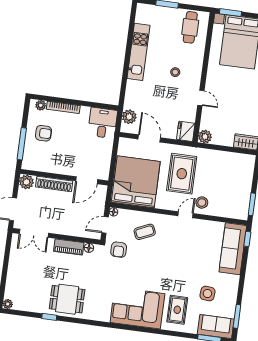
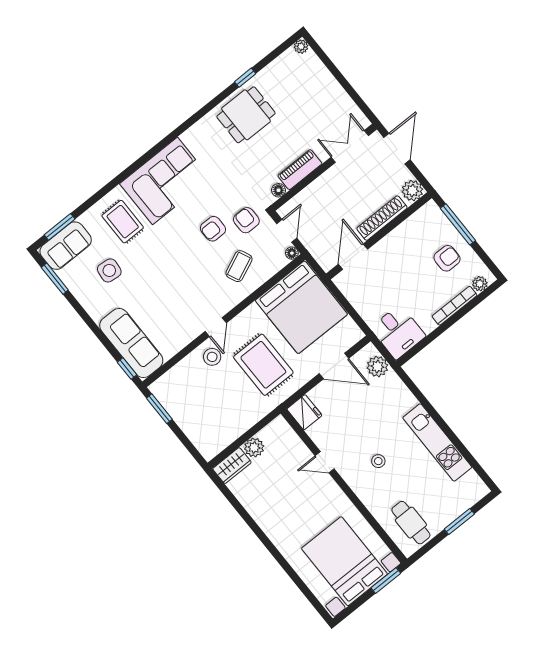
armchair: (43, 133) -> (447, 258), turned 180
plant: (205, 137) -> (254, 447), moved
armchair: (138, 262) -> (213, 229), added

